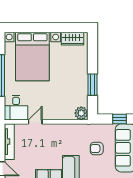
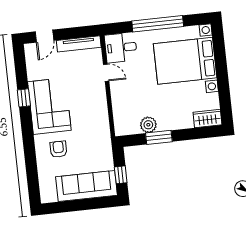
wardrobe: (73, 39) -> (208, 118), moved, turned 90
plant: (81, 113) -> (148, 125), moved
armchair: (97, 149) -> (58, 149), moved

